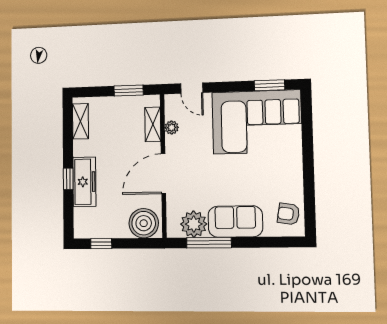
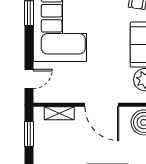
plant: (172, 127) -> (62, 97), removed

